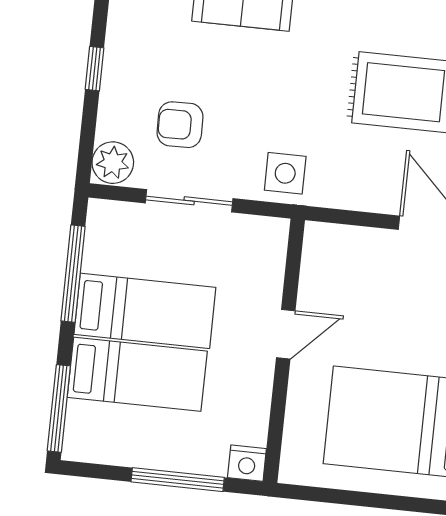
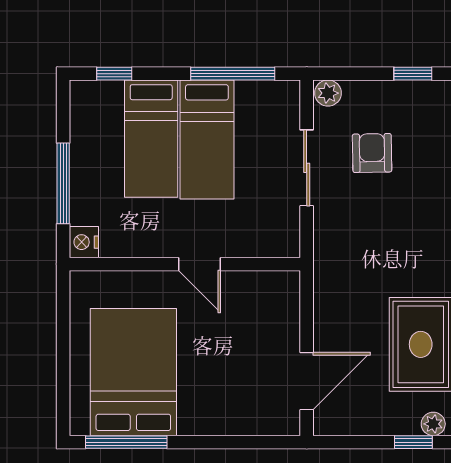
plant: (113, 163) -> (328, 93), width x0.73, depth x0.73
side table: (285, 173) -> (339, 249), removed
window: (59, 408) -> (114, 74), width x0.46

